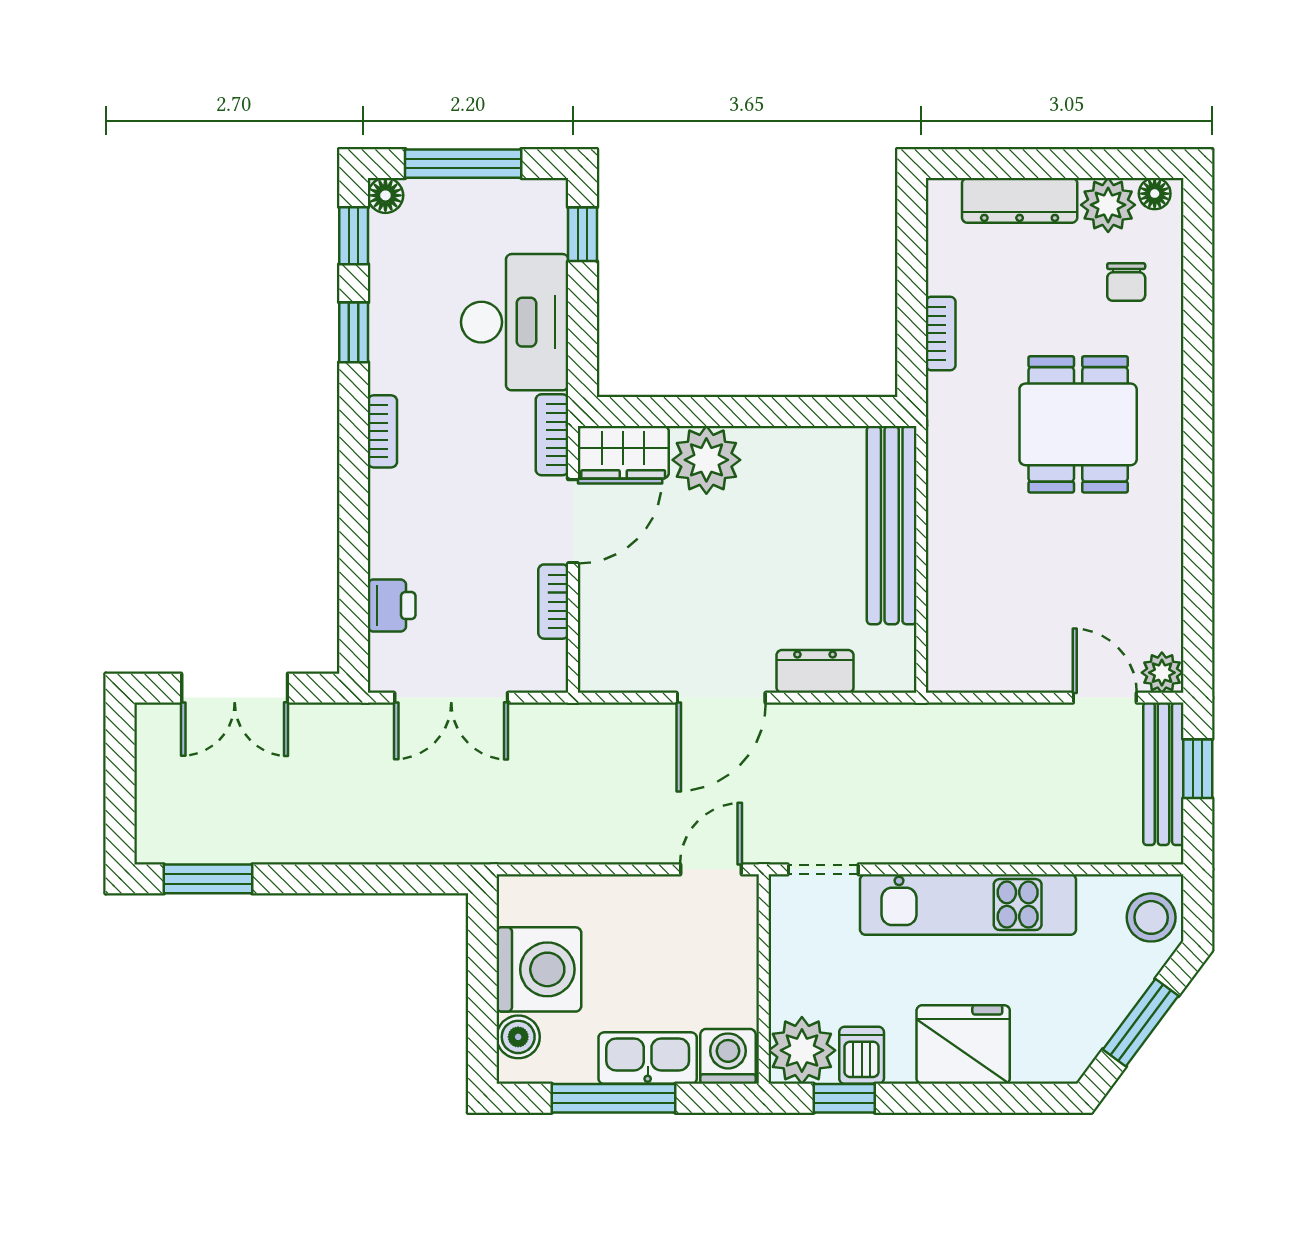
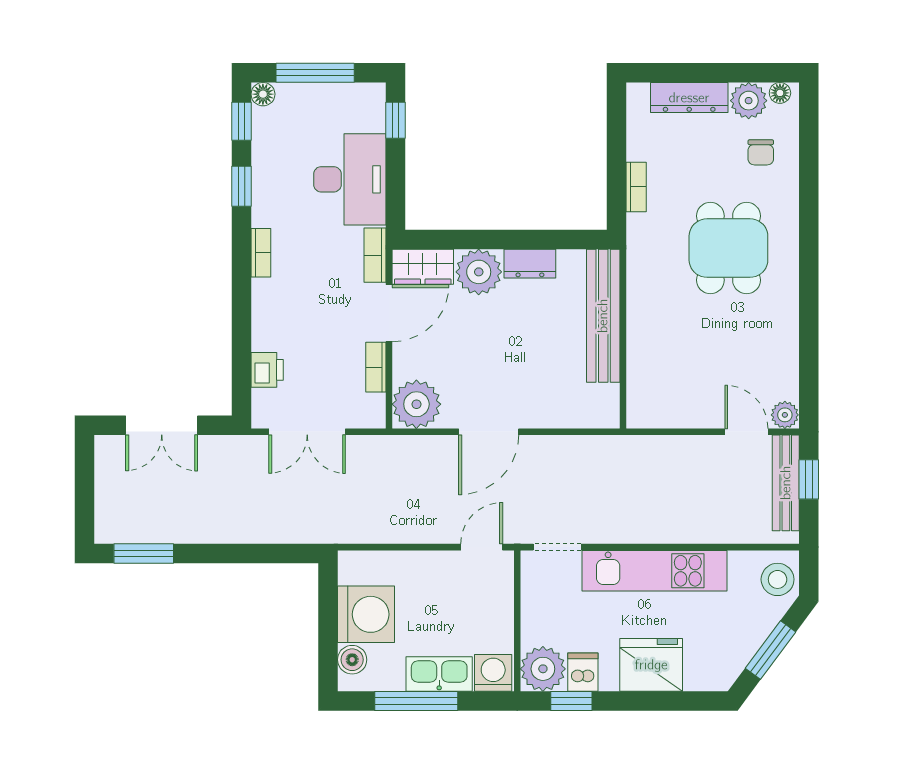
plant: (614, 657) -> (416, 404), added
dresser: (815, 671) -> (530, 264), moved, turned 180

